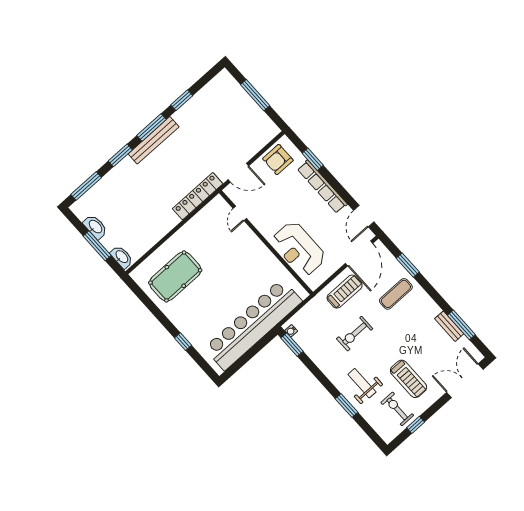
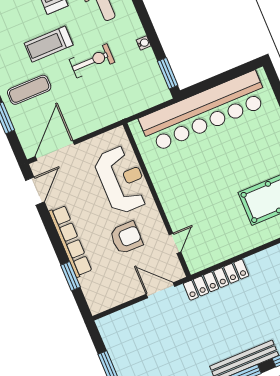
armchair: (278, 159) -> (126, 238), moved
treadmill: (345, 292) -> (49, 44), moved
water cooler: (291, 331) -> (144, 43), moved

